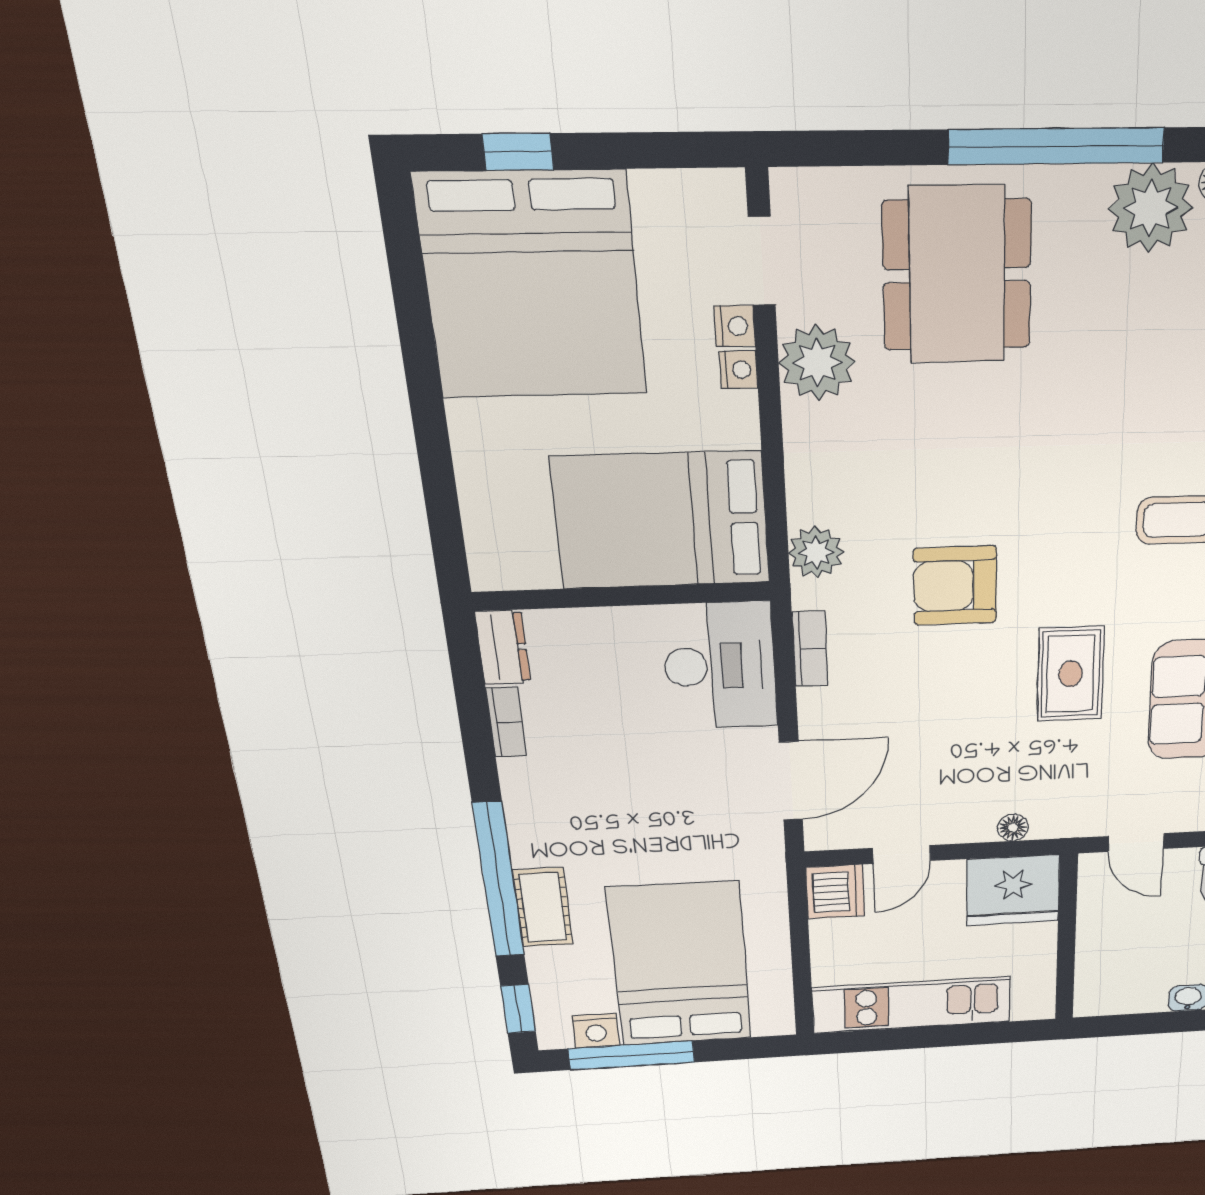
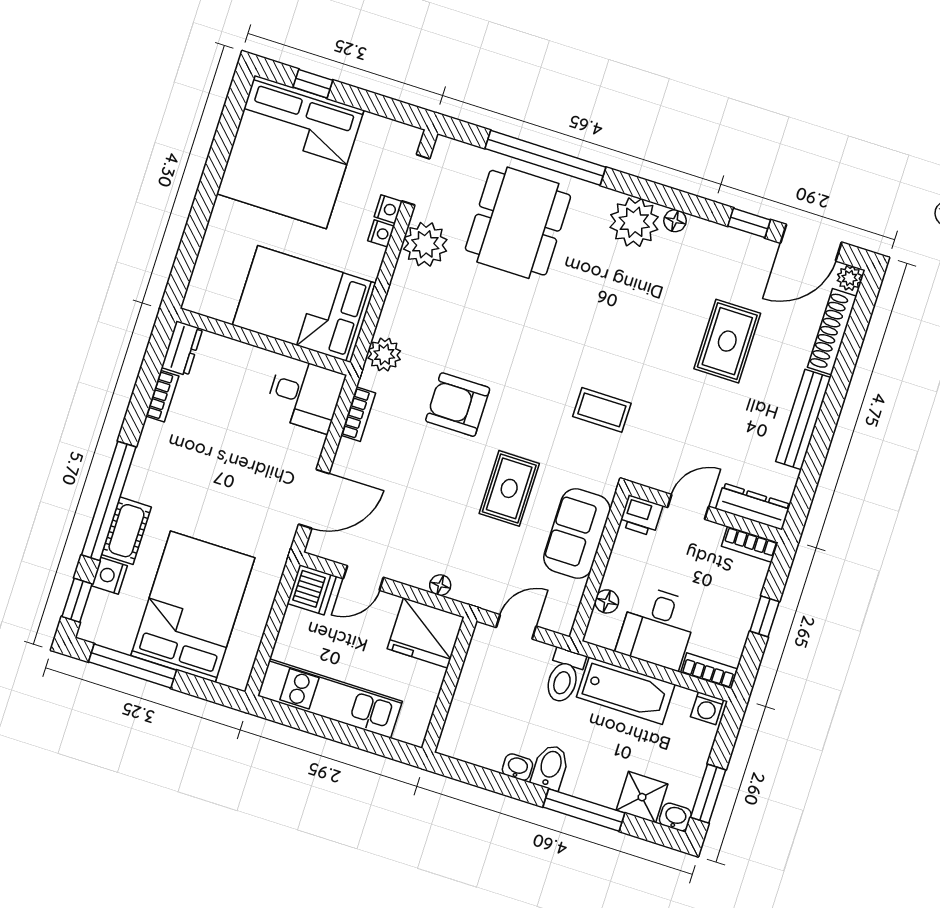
window: (1056, 146) -> (545, 158), moved
desk: (720, 666) -> (305, 395), width x0.73
door: (1136, 843) -> (516, 627), swing flipped
nightstand: (596, 1031) -> (109, 576), moved, turned 90

